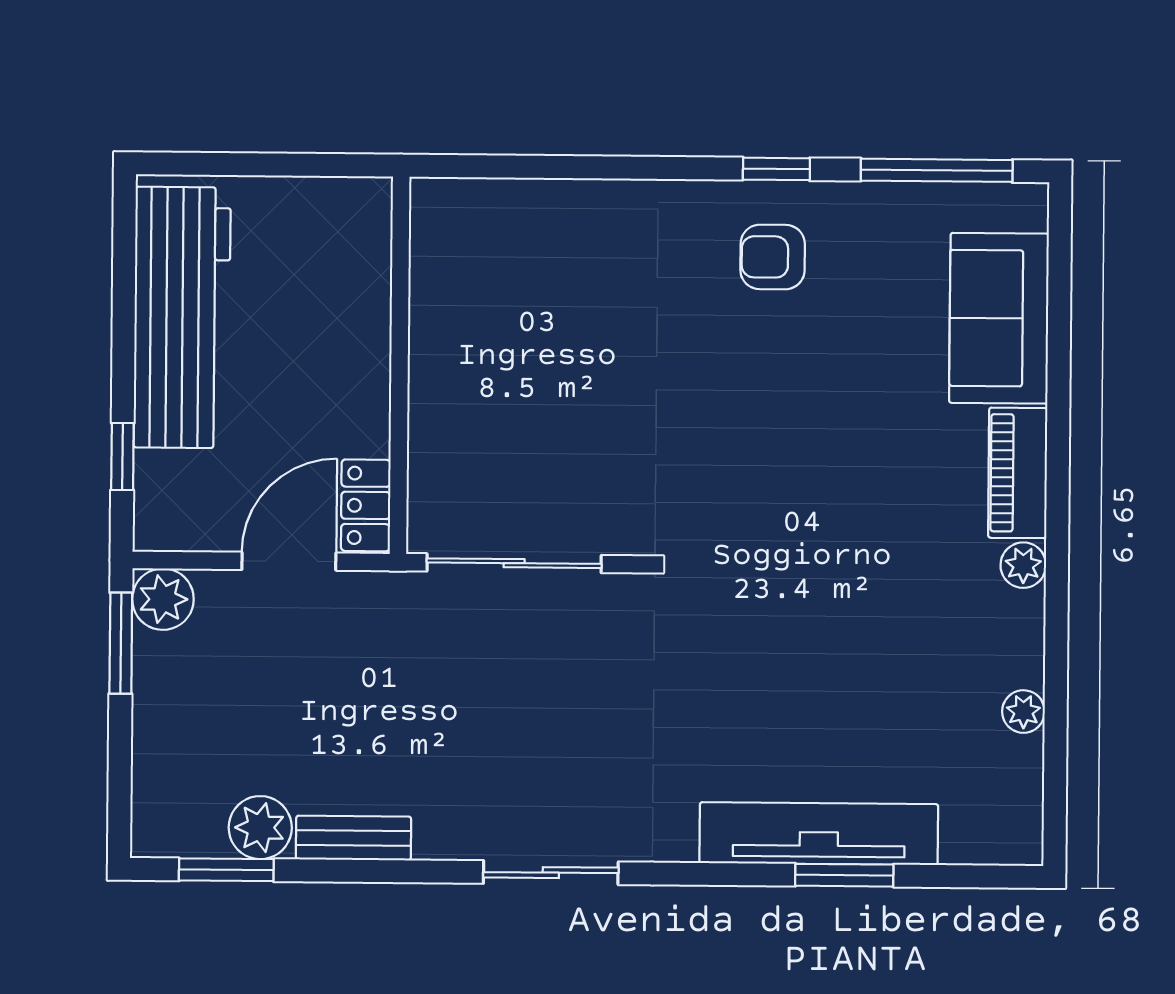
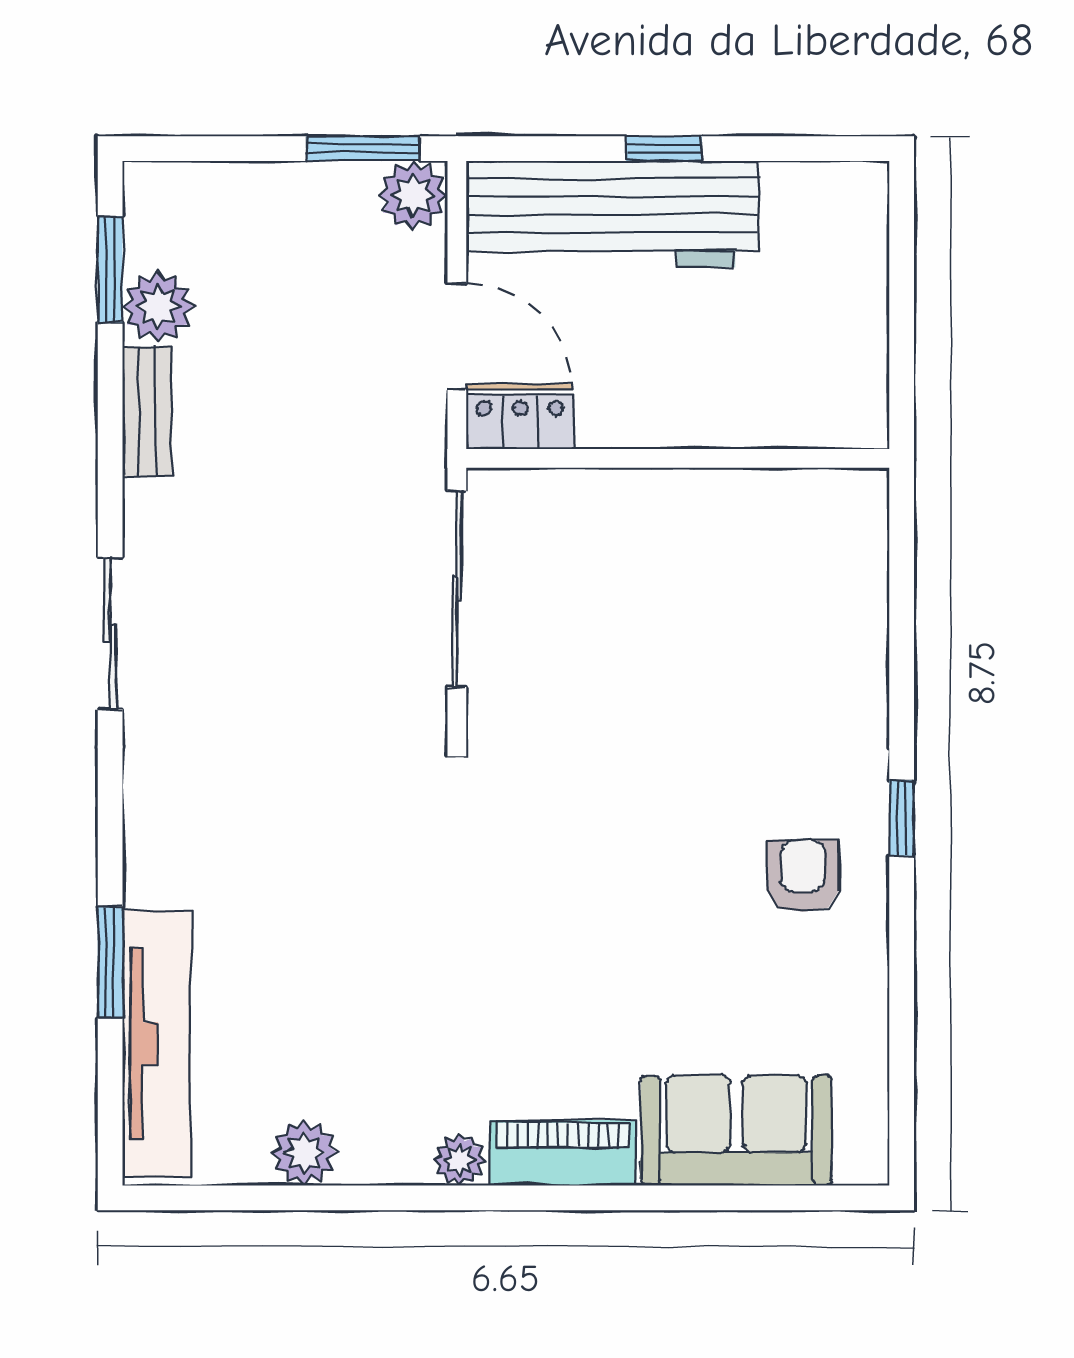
window: (776, 169) -> (902, 818), moved
window: (937, 170) -> (902, 1059), removed
workbench: (182, 317) -> (612, 214), moved
window: (122, 456) -> (664, 149), moved
plant: (1023, 712) -> (304, 1153), width x1.38, depth x1.38
tv unit: (819, 834) -> (157, 1044), moved

